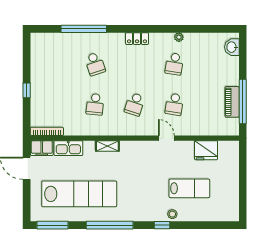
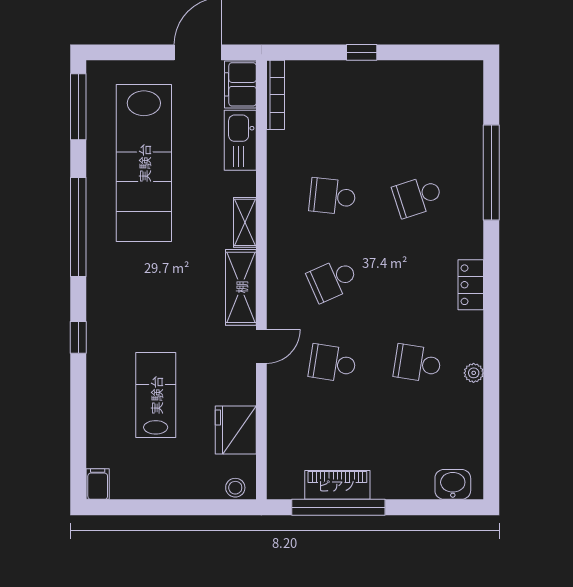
school desk: (135, 104) -> (332, 280), turned -42
shelving: (138, 148) -> (241, 287), added
lab bench: (189, 188) -> (156, 395), turned 180
stool: (172, 214) -> (235, 488), moved
filing cabinet: (232, 216) -> (98, 484), added

